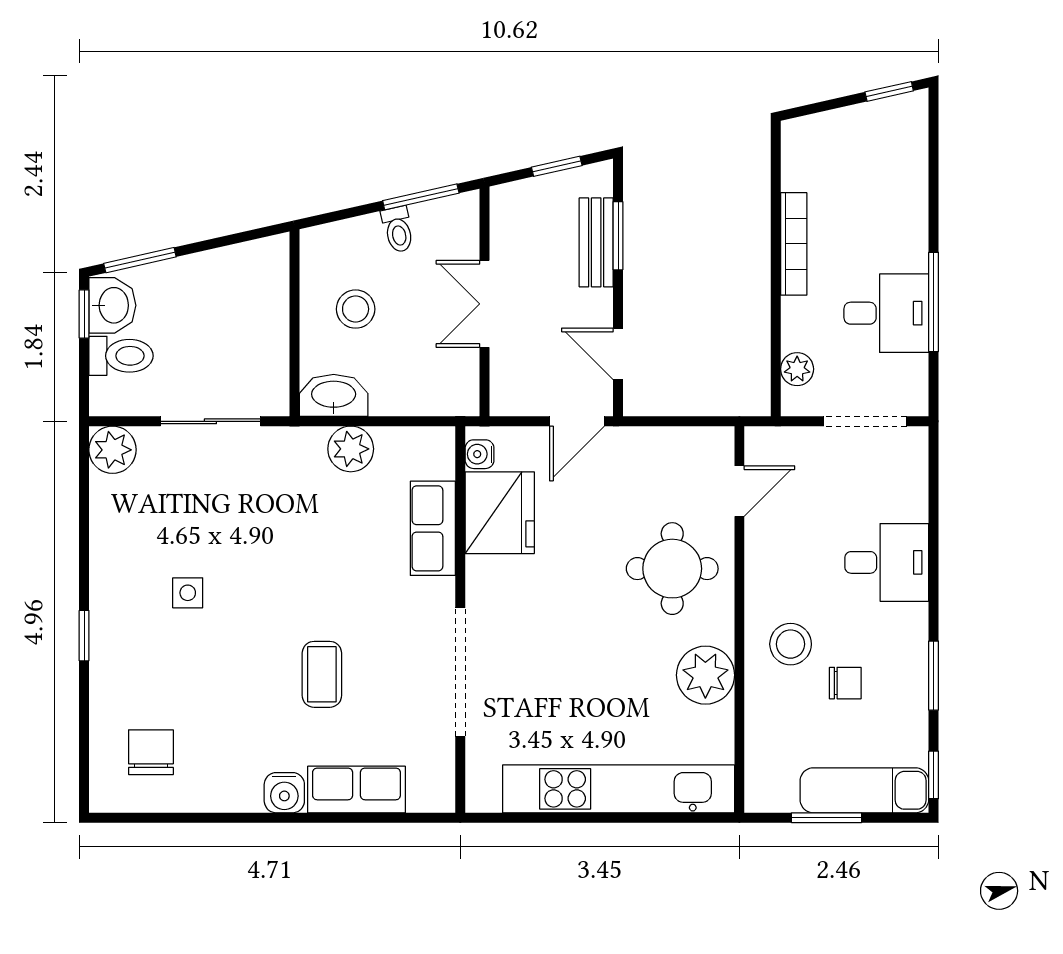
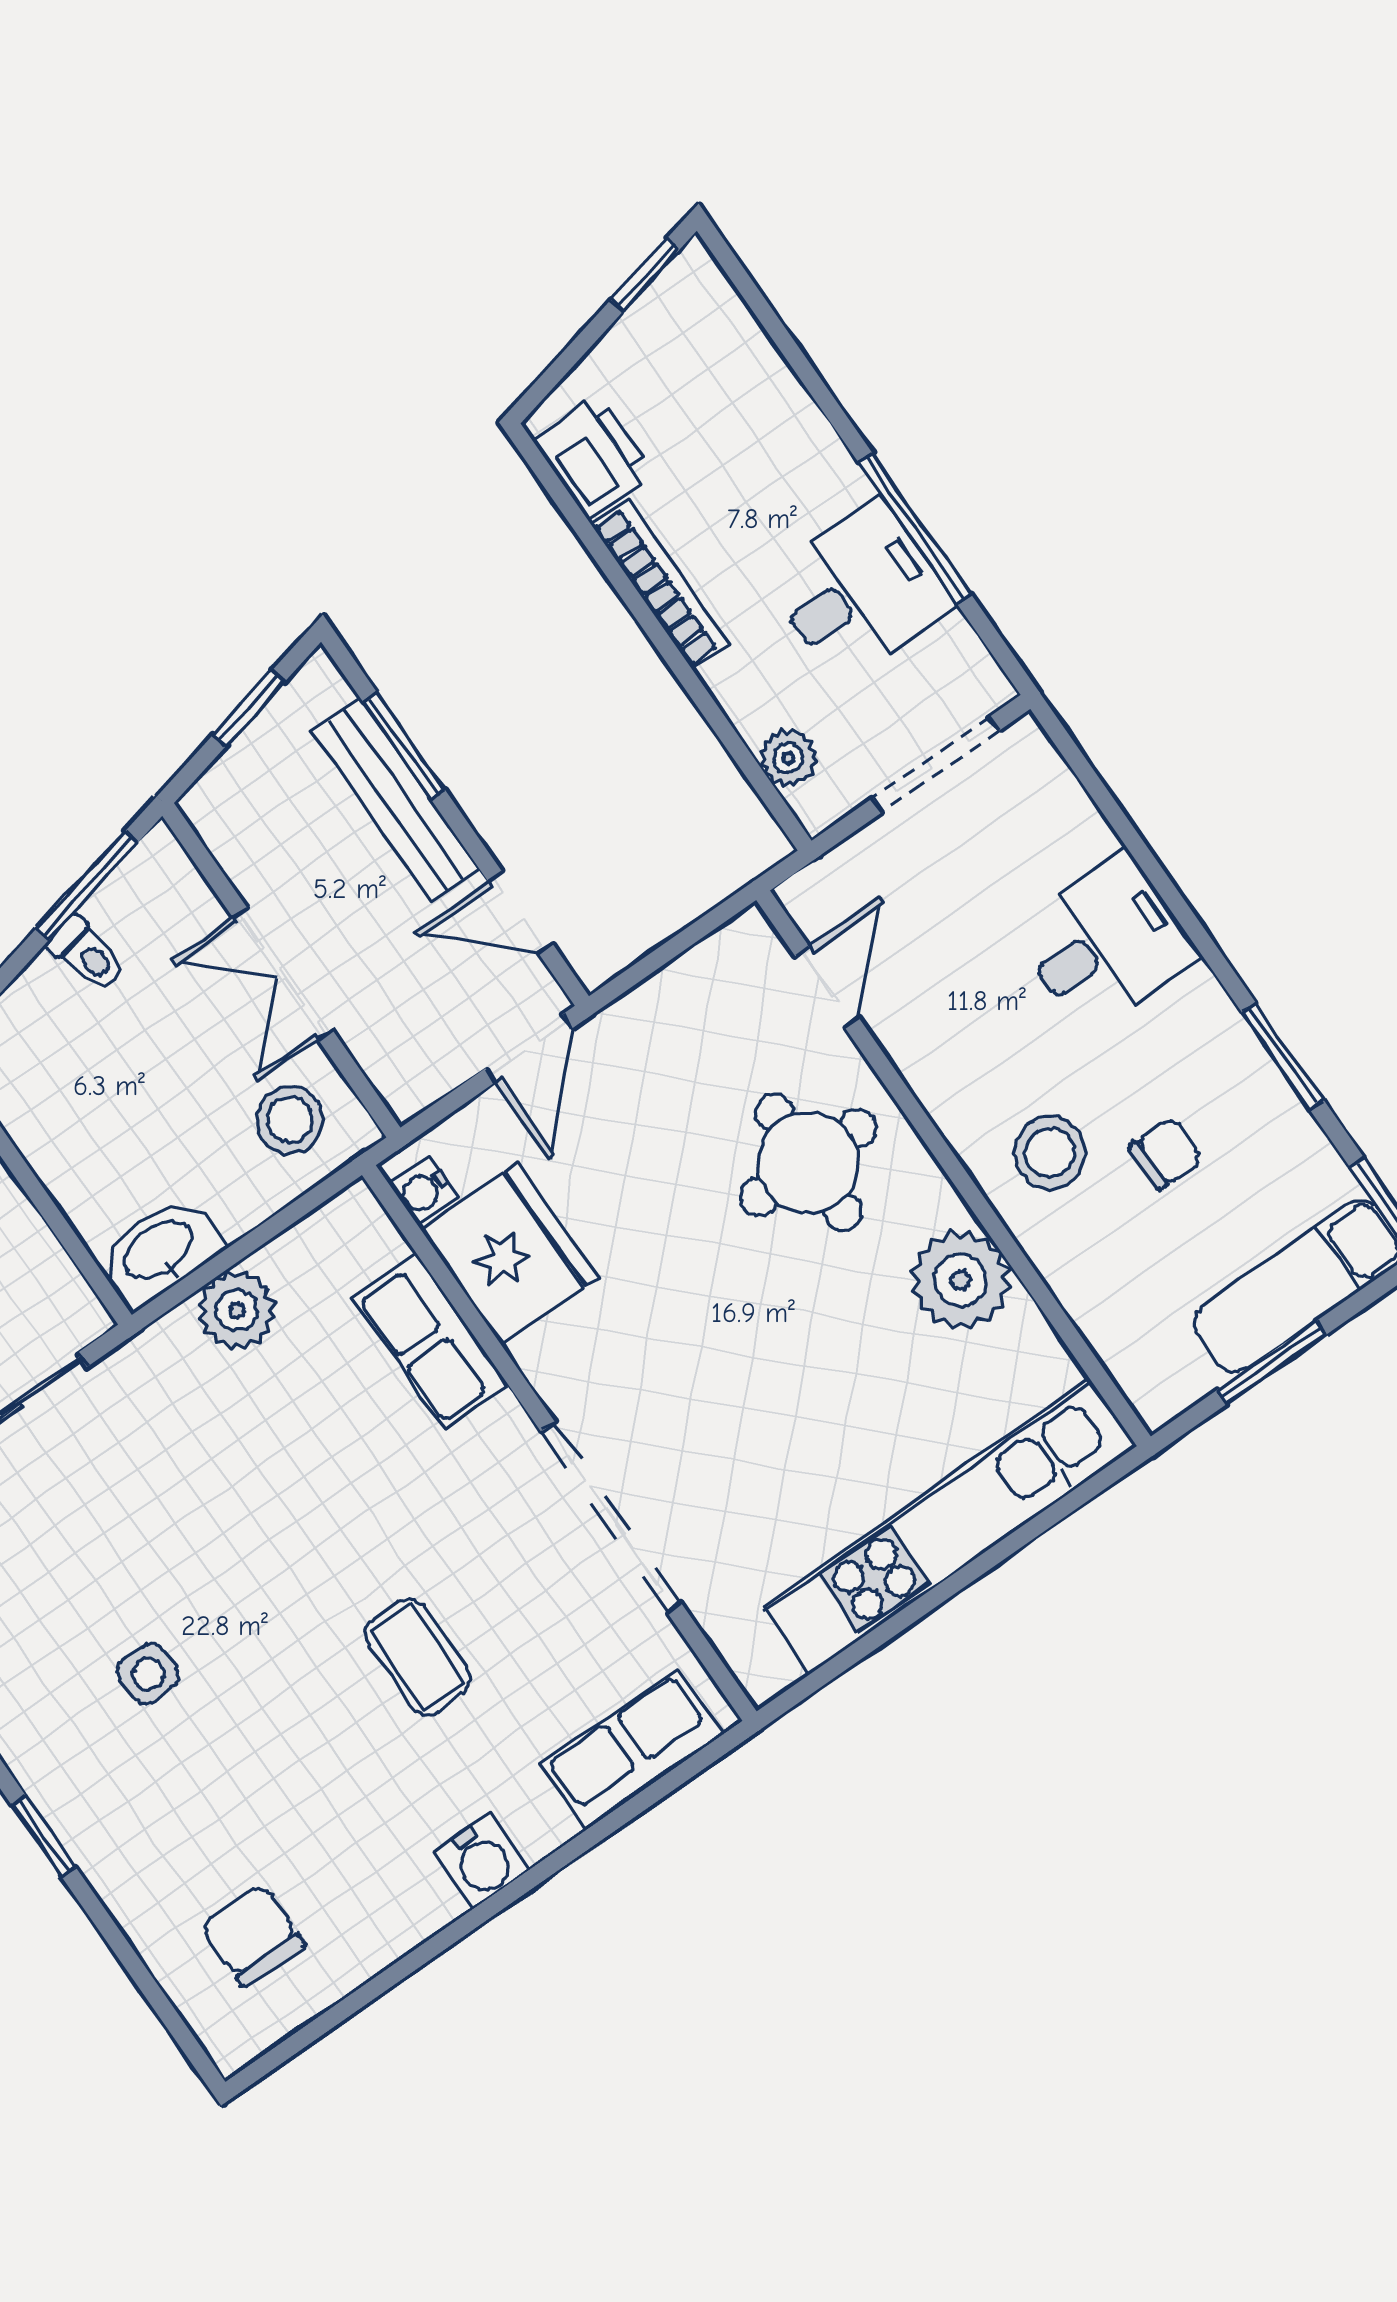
printer: (804, 161) -> (593, 457), added
bench: (596, 242) -> (396, 800), width x1.36
stool: (356, 309) -> (290, 1120), moved
row of seats: (356, 790) -> (632, 1750), moved

